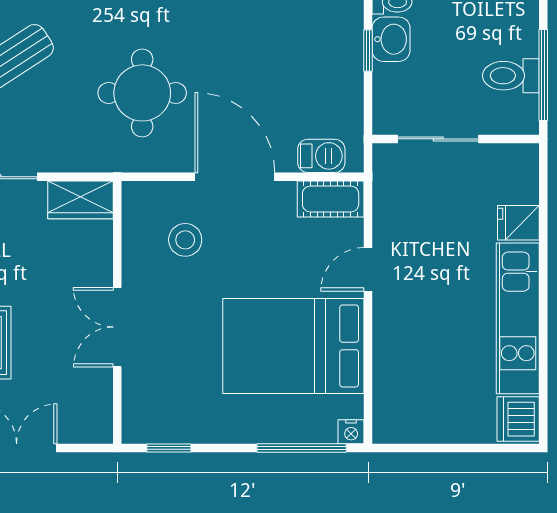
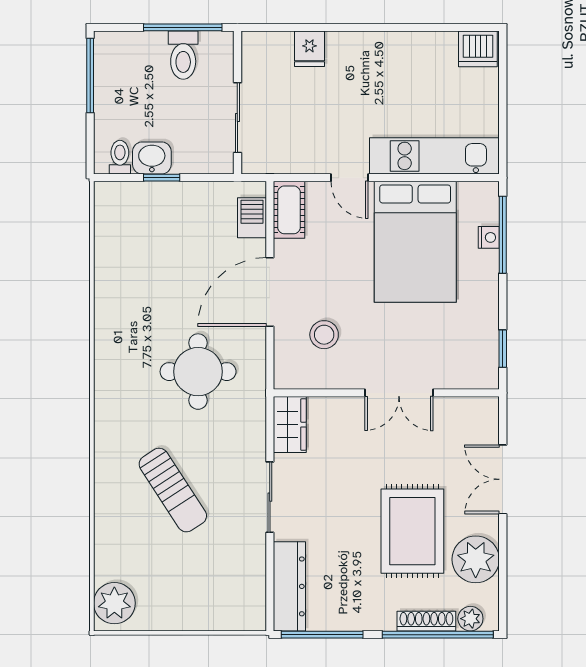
kitchen unit: (518, 318) -> (434, 156), moved, turned 180
nightstand: (351, 432) -> (489, 237), moved

